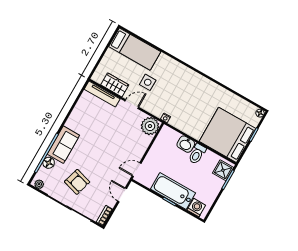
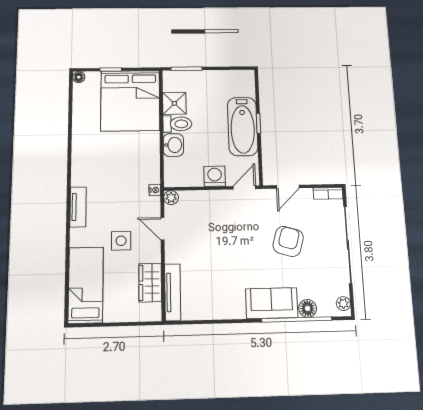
tv unit: (182, 69) -> (78, 207), added
door: (132, 104) -> (162, 229), moved
plant: (150, 126) -> (171, 198), width x0.53, depth x0.53
door: (137, 170) -> (244, 188), swing flipped
shower: (223, 170) -> (174, 103), moved
armchair: (77, 182) -> (288, 241), moved
washing machine: (196, 208) -> (215, 176), moved, turned 90

